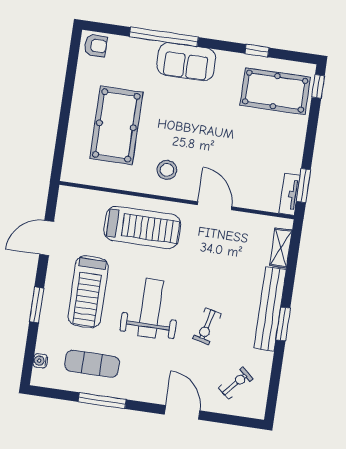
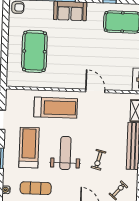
stool: (167, 170) -> (66, 73), removed
treadmill: (88, 292) -> (29, 148), turned 180

